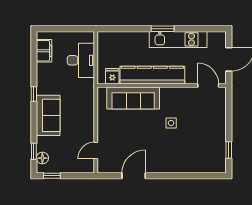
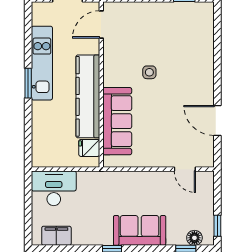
desk: (81, 60) -> (54, 188), moved

